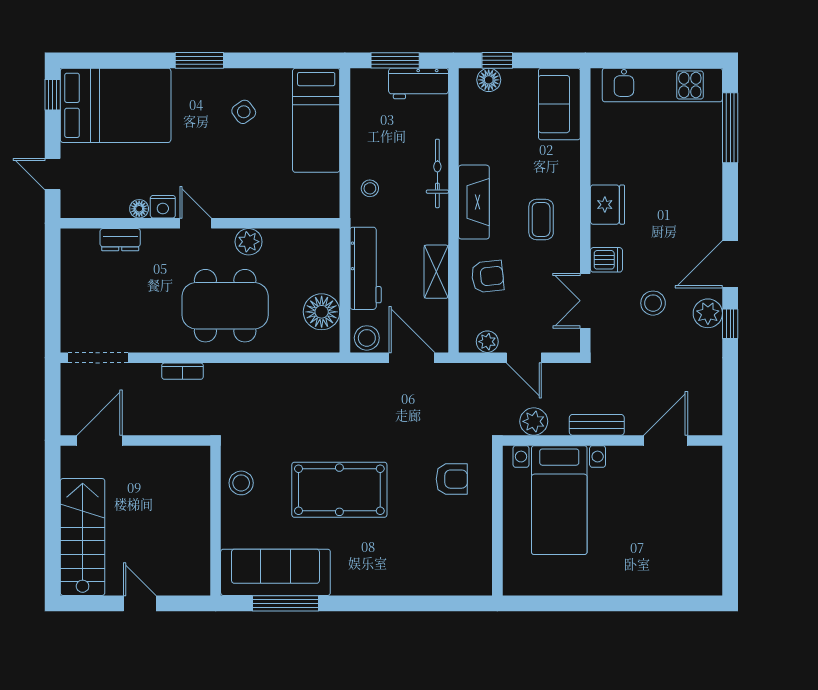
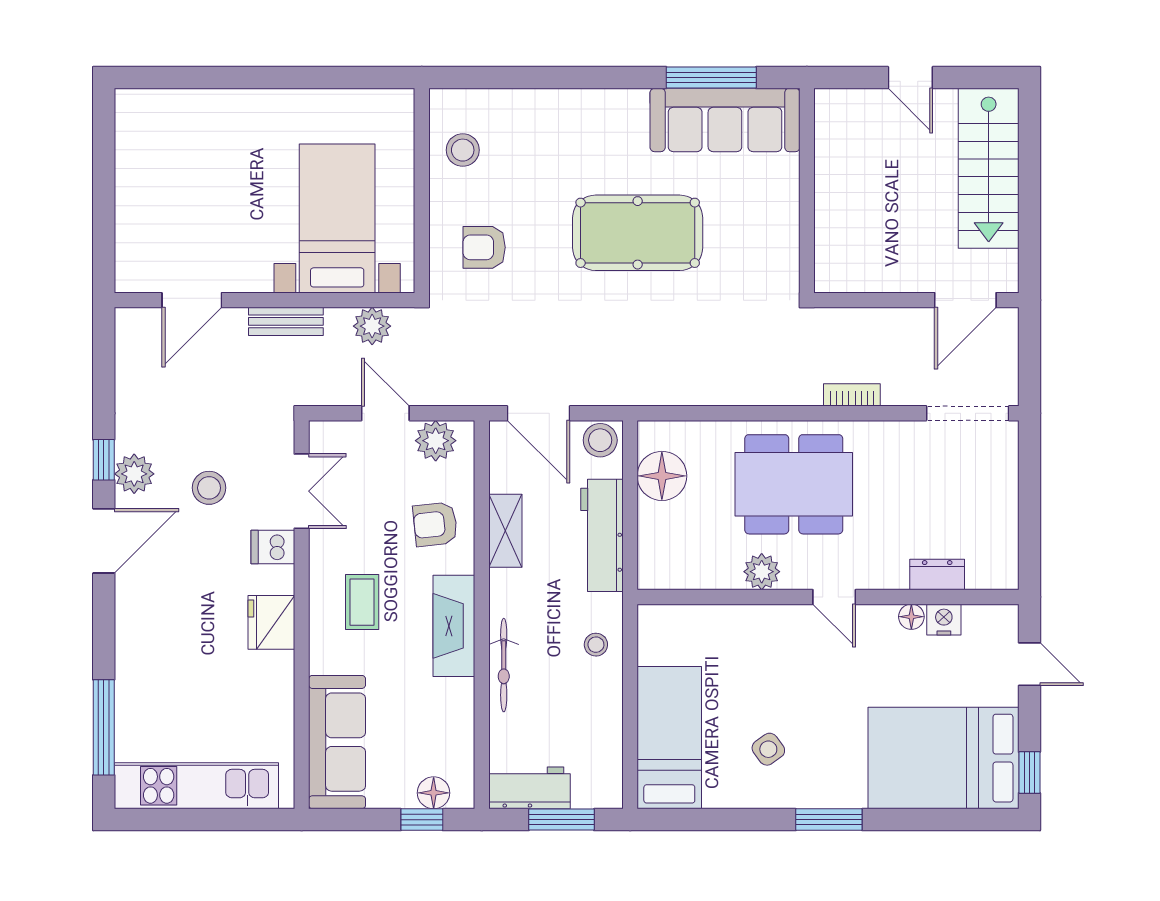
sofa: (559, 104) -> (337, 742), width x1.36
nightstand: (163, 207) -> (944, 620), moved
plant: (487, 342) -> (436, 441), width x1.38, depth x1.38
stool: (241, 483) -> (463, 150), moved

